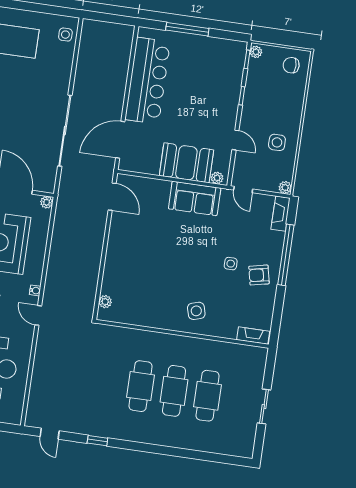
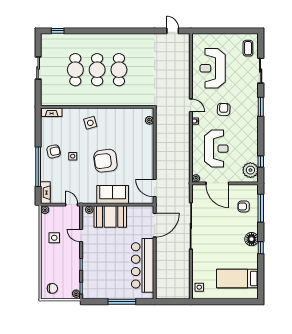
sofa: (195, 198) -> (113, 194), moved
armchair: (181, 249) -> (105, 161), added
window: (97, 441) -> (58, 31), moved

